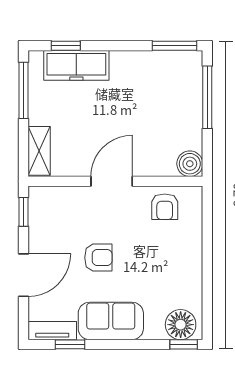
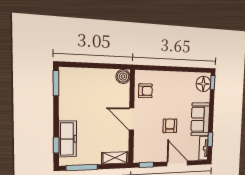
window: (207, 97) -> (86, 65), removed

